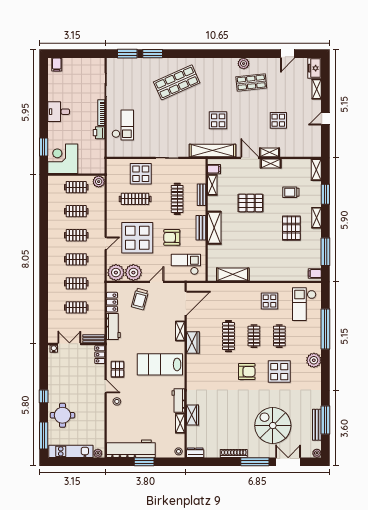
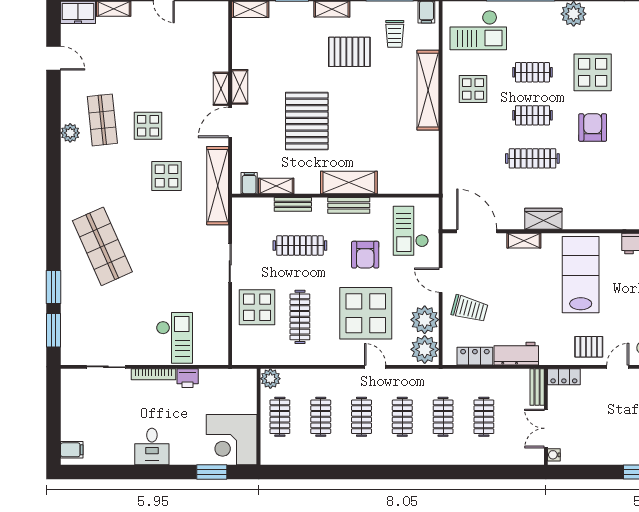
display table: (278, 120) -> (148, 126), moved
checkout: (123, 125) -> (175, 338), turned 90
trolley: (291, 192) -> (395, 34), moved
pallet: (251, 203) -> (307, 121), width x1.37, depth x1.41
shelving: (233, 274) -> (428, 90), moved, width x1.47
lab bench: (160, 364) -> (581, 275), turned 180

